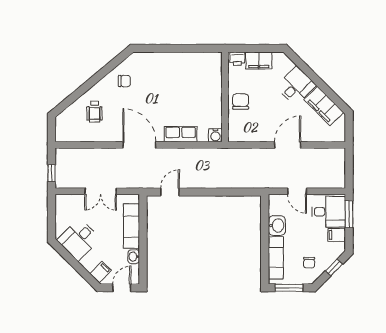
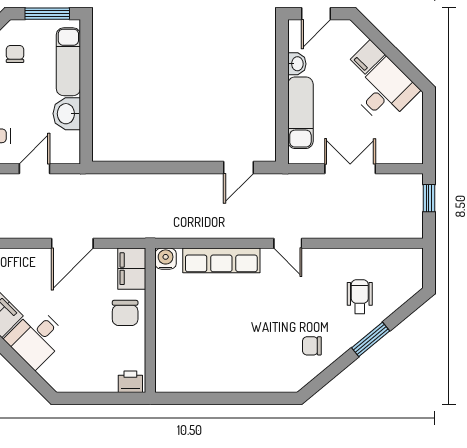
filing cabinet: (259, 61) -> (132, 269), moved, turned -90
window: (88, 85) -> (371, 339), added
row of seats: (181, 134) -> (221, 260), width x1.48
door: (139, 145) -> (288, 243), width x0.53
door: (288, 145) -> (72, 243), moved
door: (297, 191) -> (34, 169), hinge flipped
filing cabinet: (101, 272) -> (368, 57), moved

